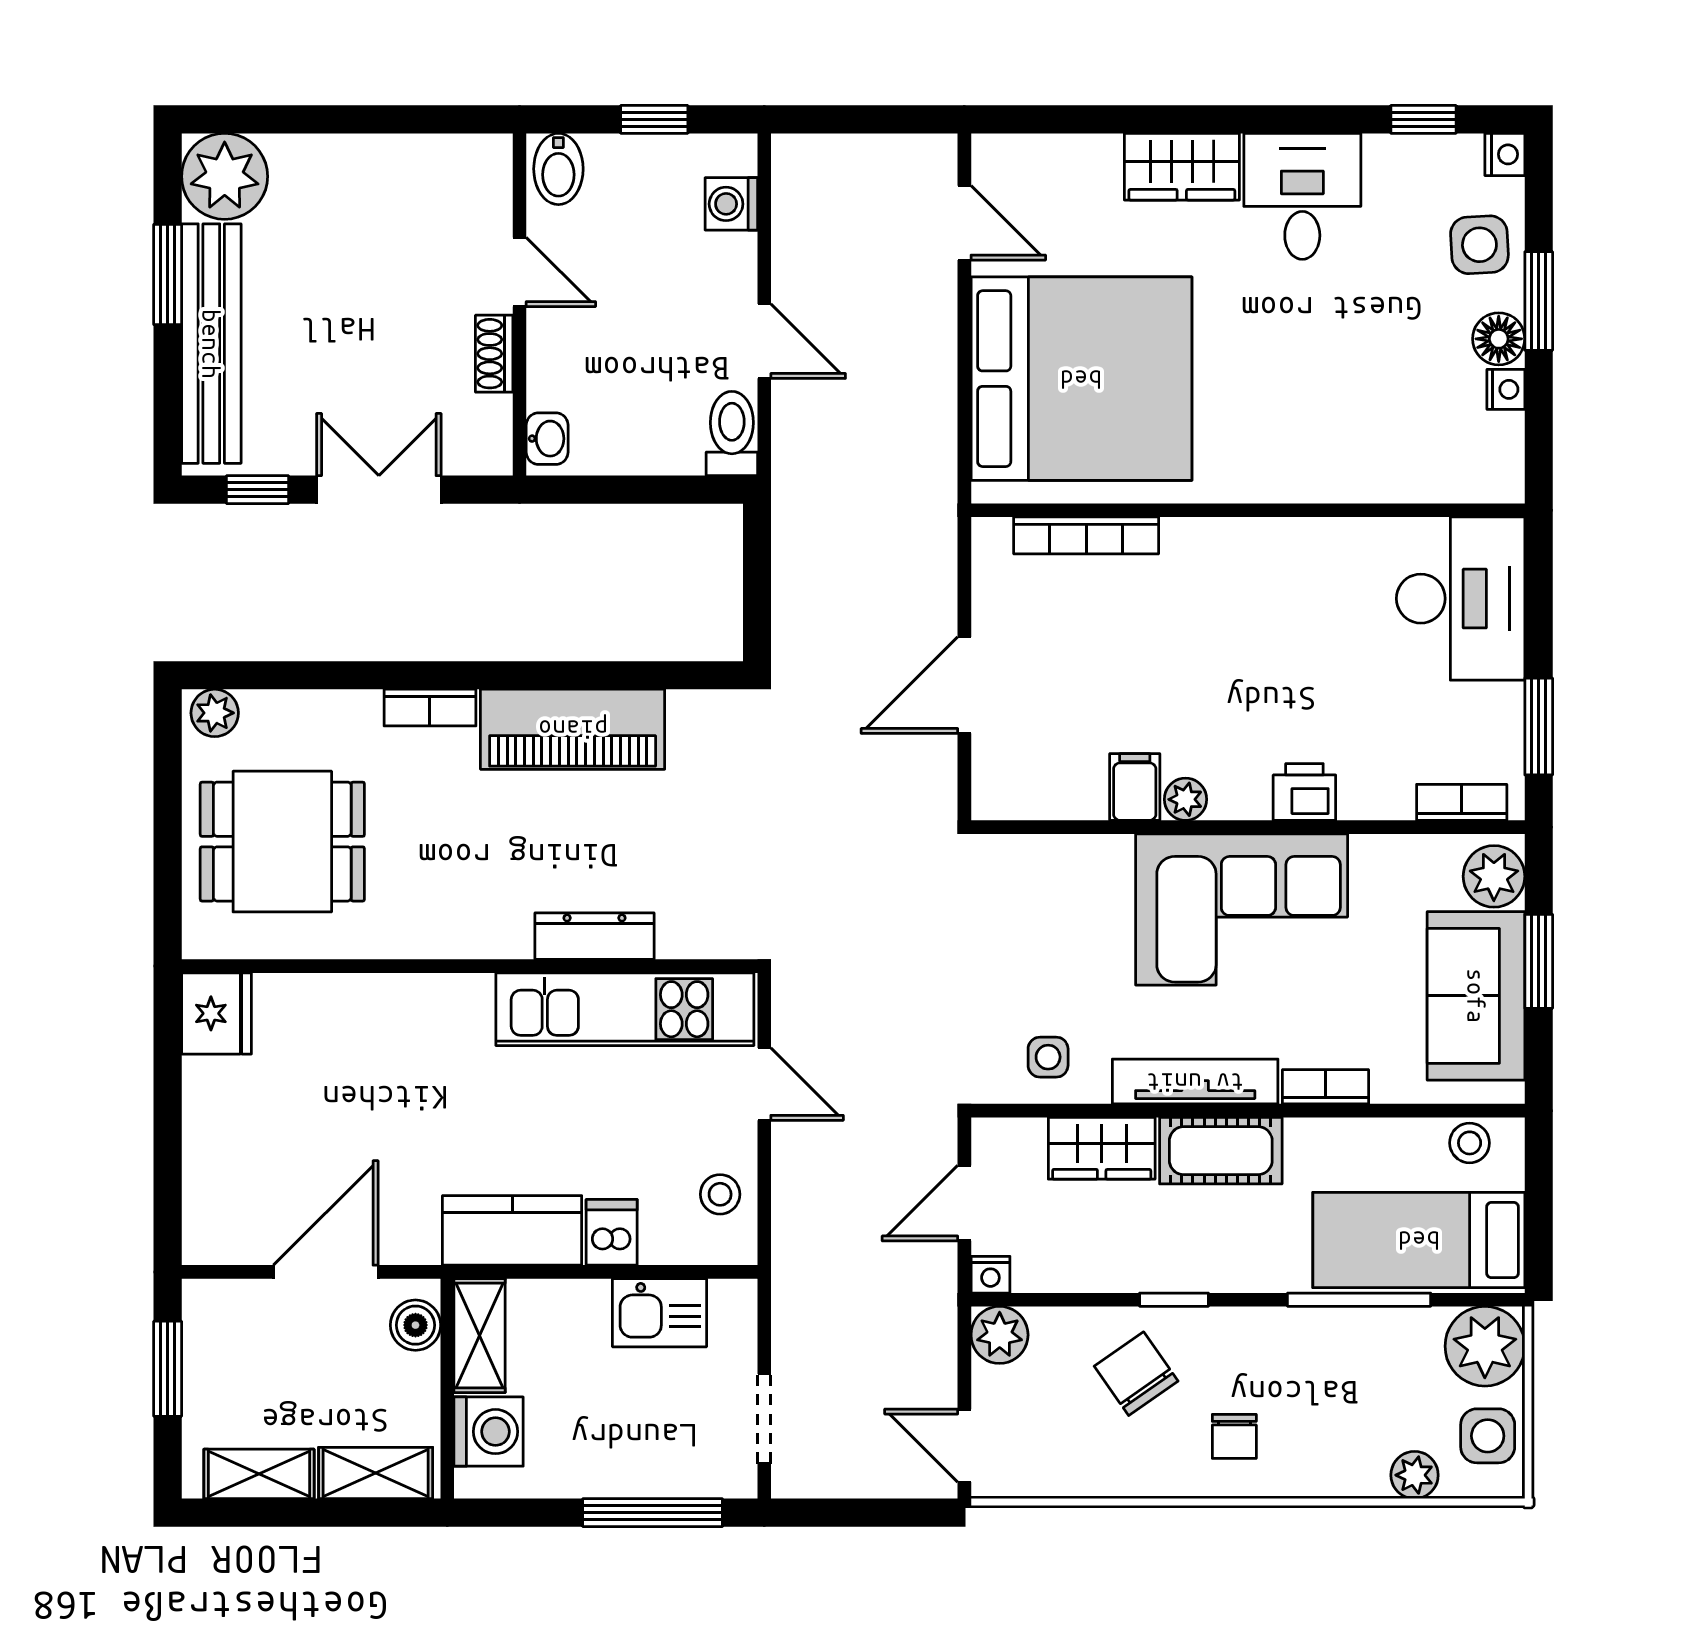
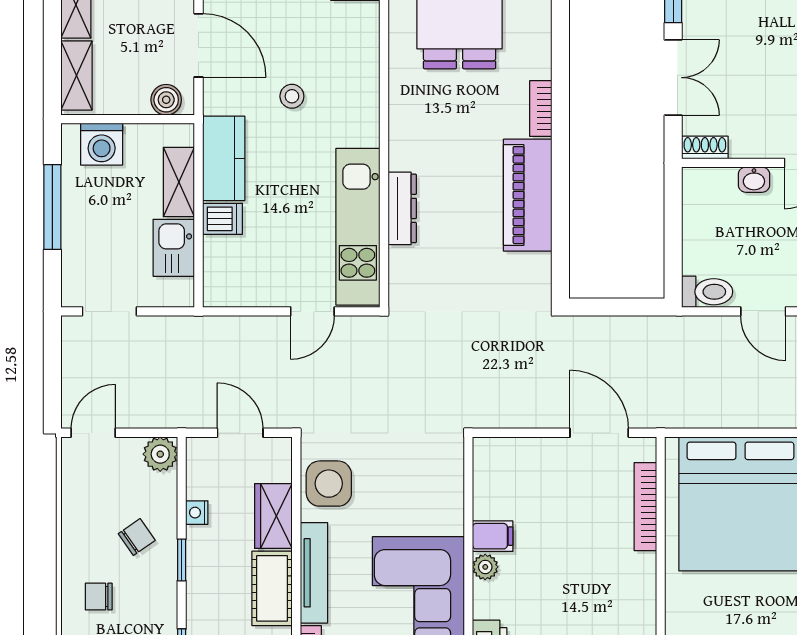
door: (764, 341) -> (763, 311), hinge flipped
shoe rack: (494, 354) -> (705, 148), moved
washbasin: (547, 439) -> (754, 180), moved
door: (964, 685) -> (599, 433), moved
side table: (1048, 1057) -> (329, 484), width x1.87, depth x1.87
stool: (720, 1194) -> (292, 96), moved
nightstand: (990, 1275) -> (197, 513), moved
shelving: (480, 1336) -> (179, 182), moved, turned 90
chair: (1136, 1374) -> (137, 537), width x0.73, depth x0.73
window: (653, 1513) -> (52, 207), moved

